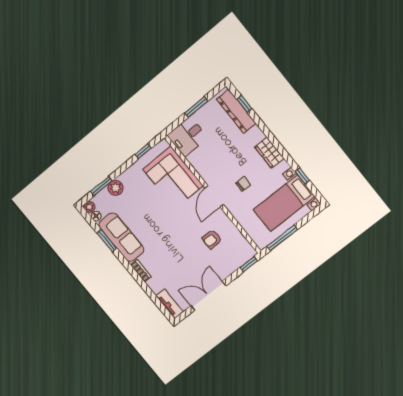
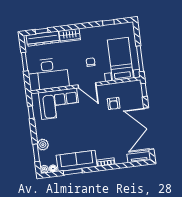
desk: (187, 137) -> (48, 74), width x1.87, depth x1.30
wardrobe: (269, 153) -> (70, 35), moved
bed with nightstands: (284, 203) -> (120, 59), moved, turned 180
double door: (208, 296) -> (149, 129), width x1.36

